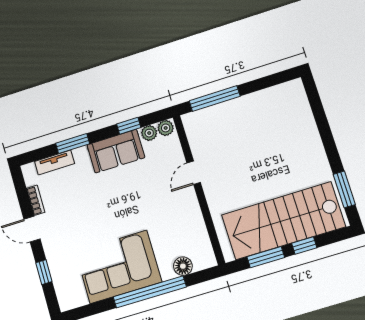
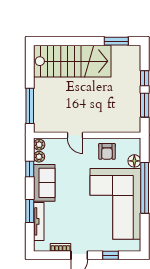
tv unit: (55, 163) -> (39, 221), width x1.41
stairs: (283, 221) -> (72, 61), moved, turned -90
armchair: (185, 224) -> (107, 151), added
corner sofa: (118, 267) -> (115, 204), width x1.36, depth x1.36

